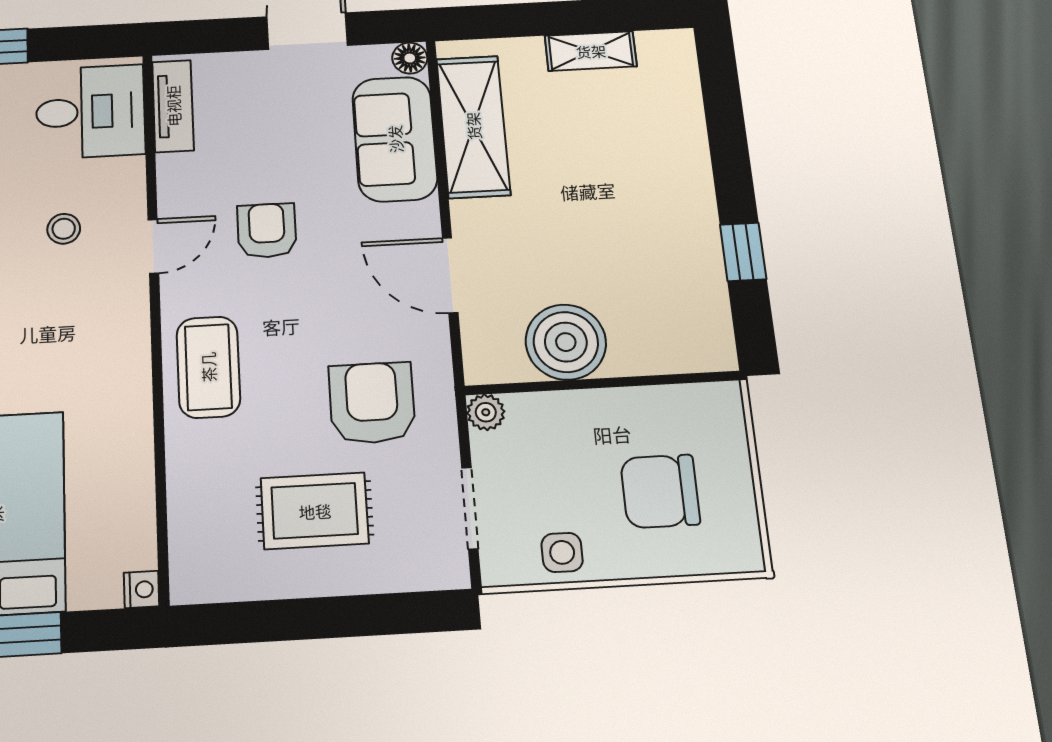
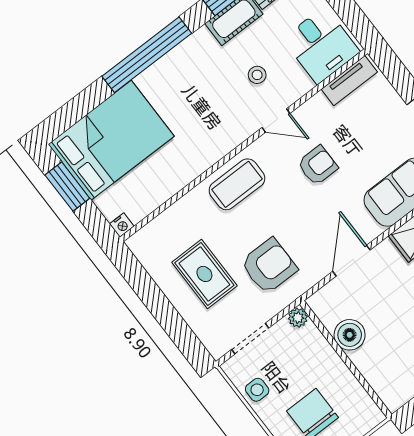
boiler: (566, 342) -> (350, 335), width x0.73, depth x0.73

